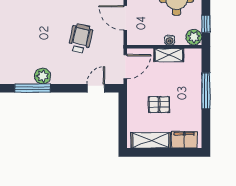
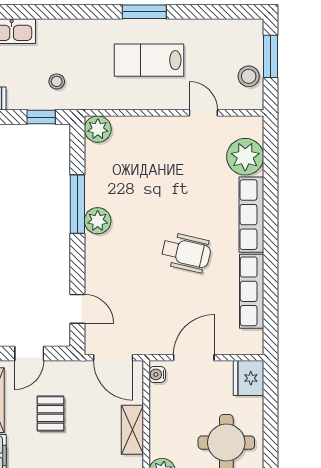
wheelchair: (81, 39) -> (186, 253), moved
water cooler: (170, 40) -> (157, 374), moved
door: (123, 117) -> (29, 354), added

